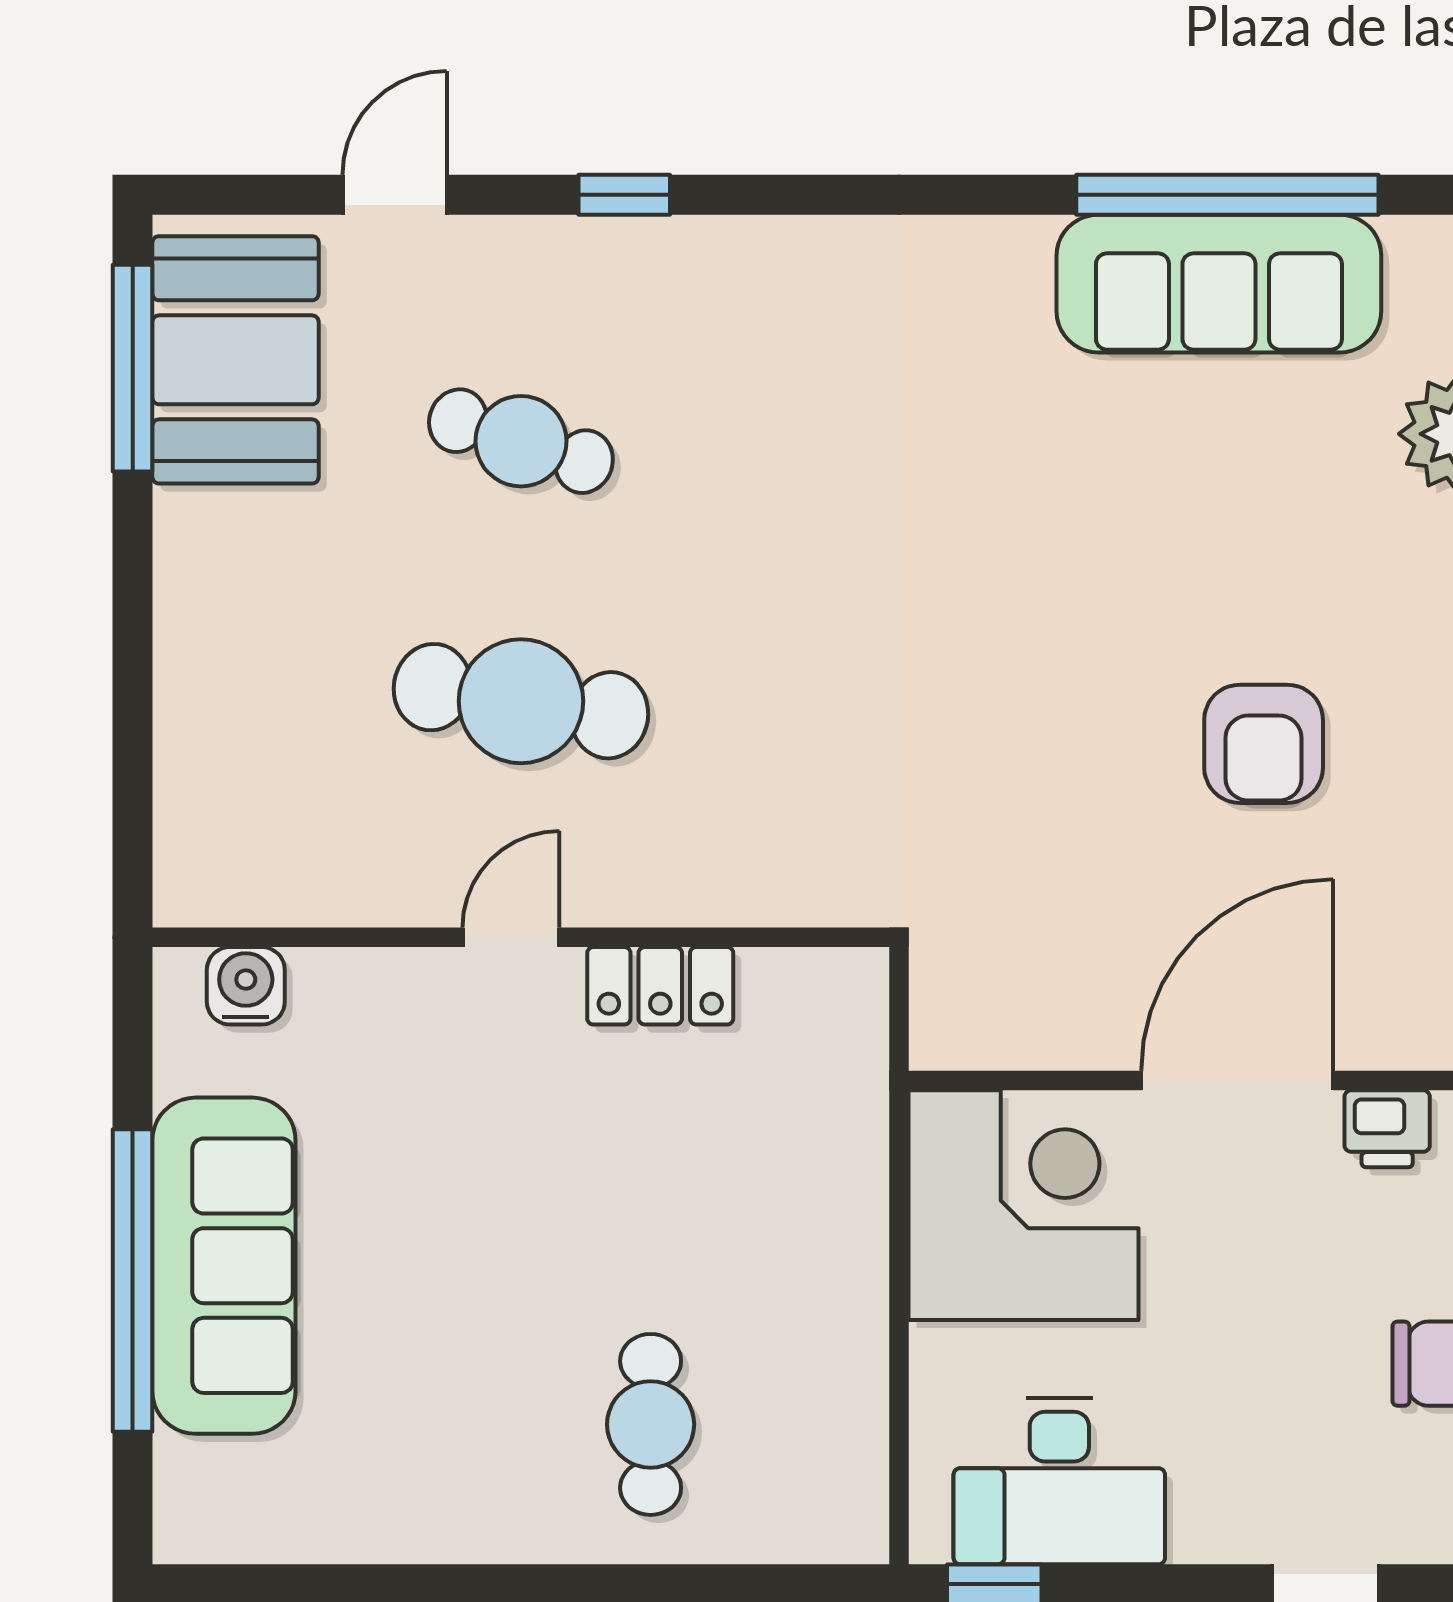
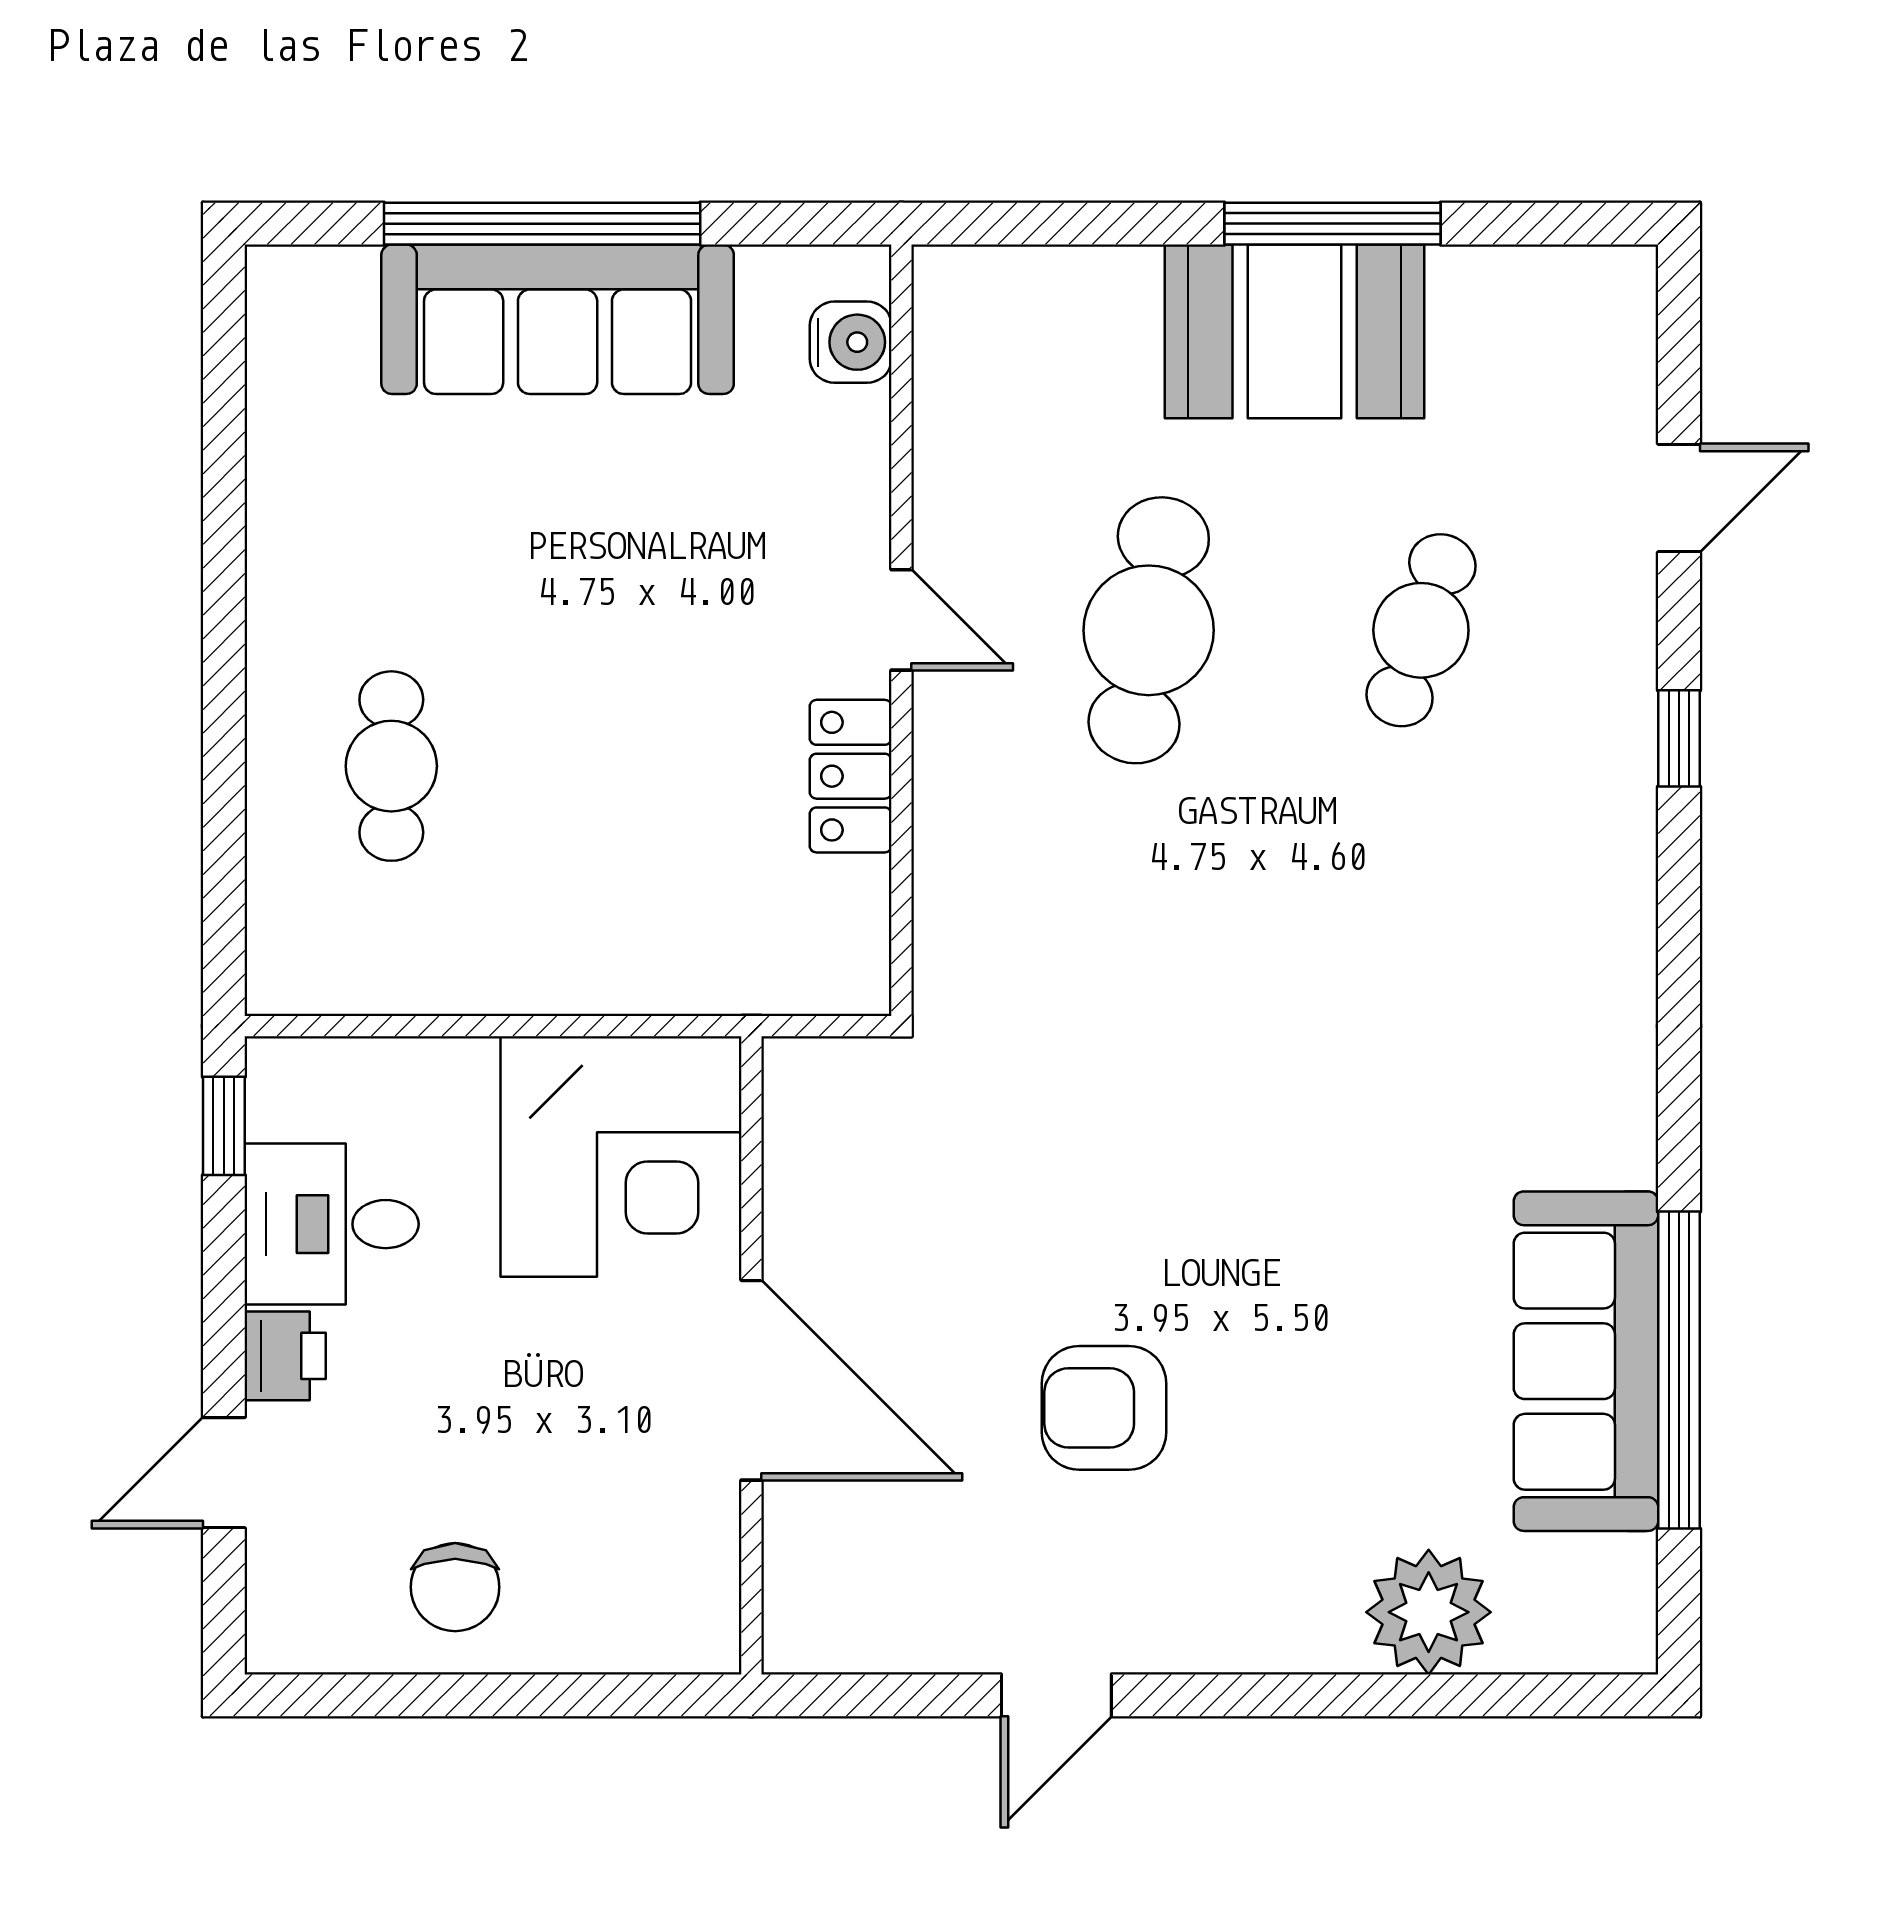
door: (395, 195) -> (1679, 498), hinge flipped
booth: (236, 360) -> (1295, 331), moved
window: (133, 368) -> (1332, 224), moved
printer: (1387, 1129) -> (285, 1356), moved, turned 180
cafe table: (651, 1424) -> (391, 766), turned 90
desk: (1059, 1481) -> (332, 1224), width x0.73

